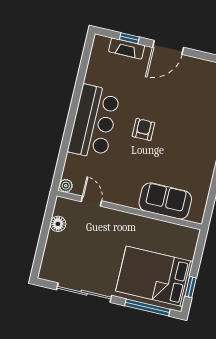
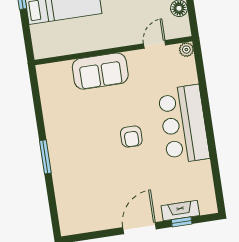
door: (91, 201) -> (155, 44), swing flipped
sofa: (165, 201) -> (100, 71), moved

